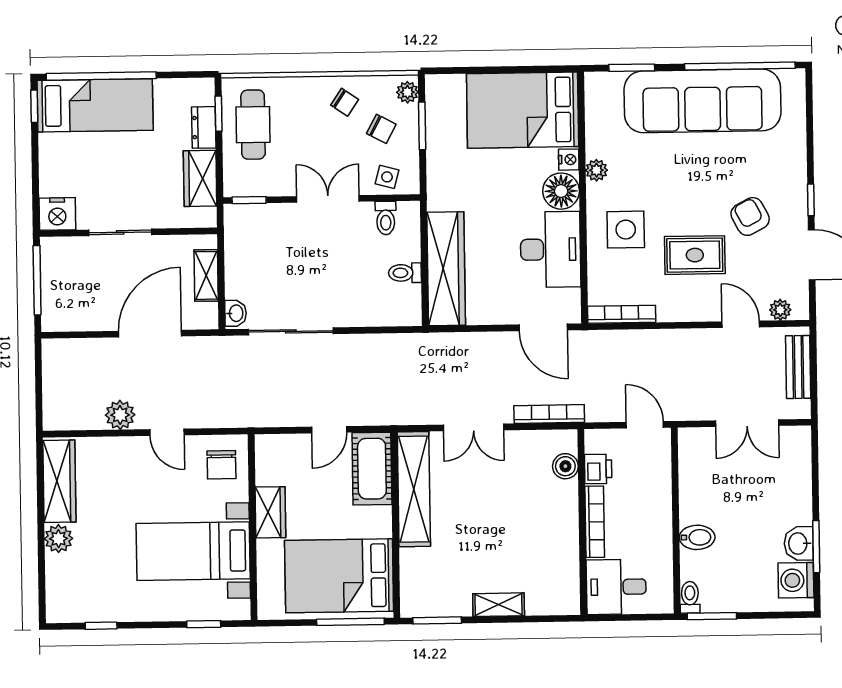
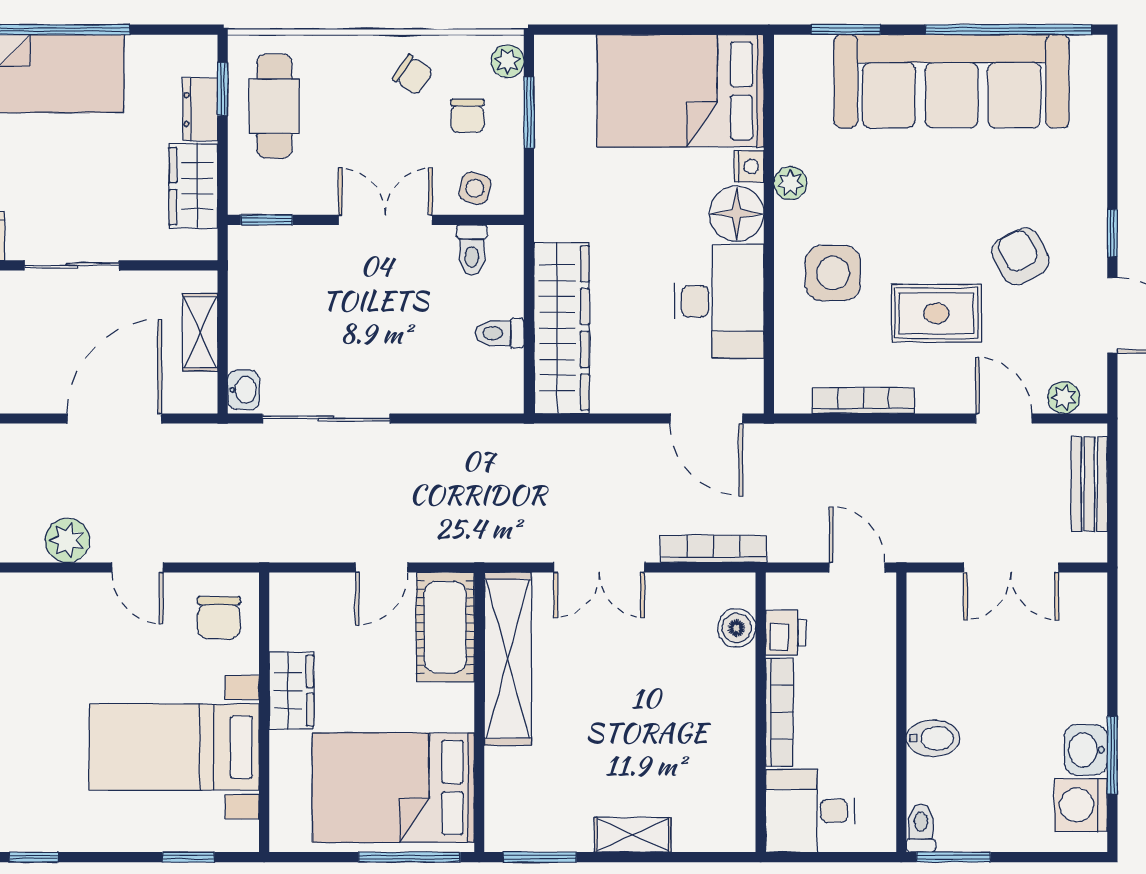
chair: (381, 129) -> (467, 116), turned 62
bookcase: (622, 314) -> (863, 401), moved

